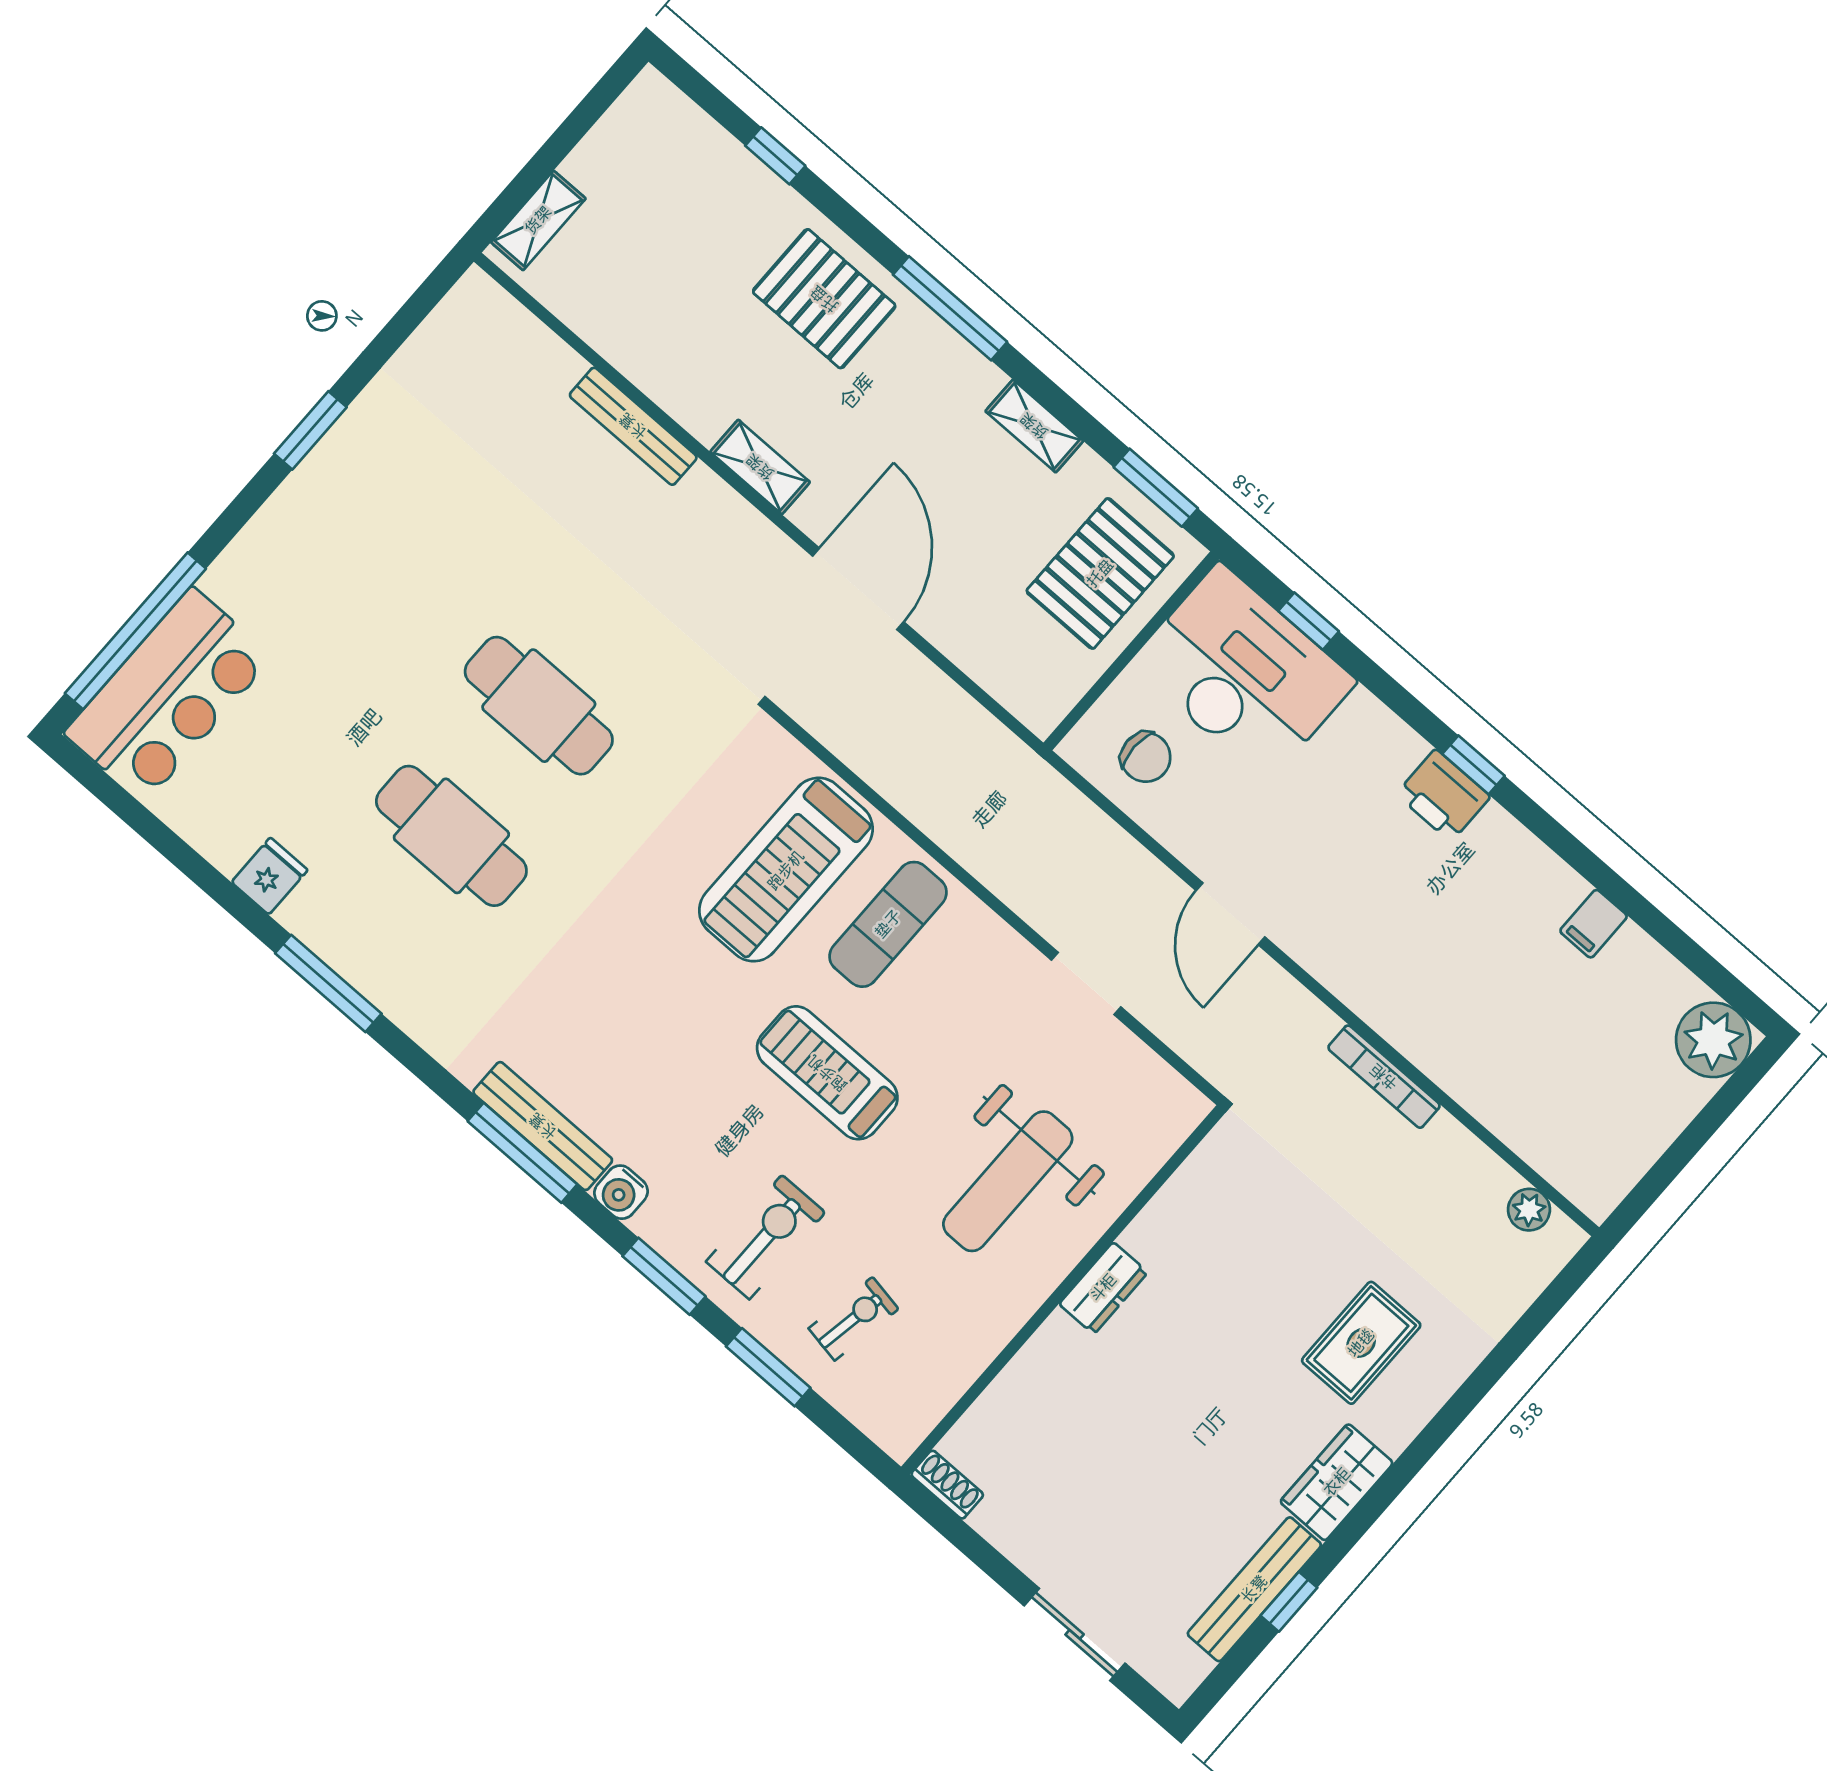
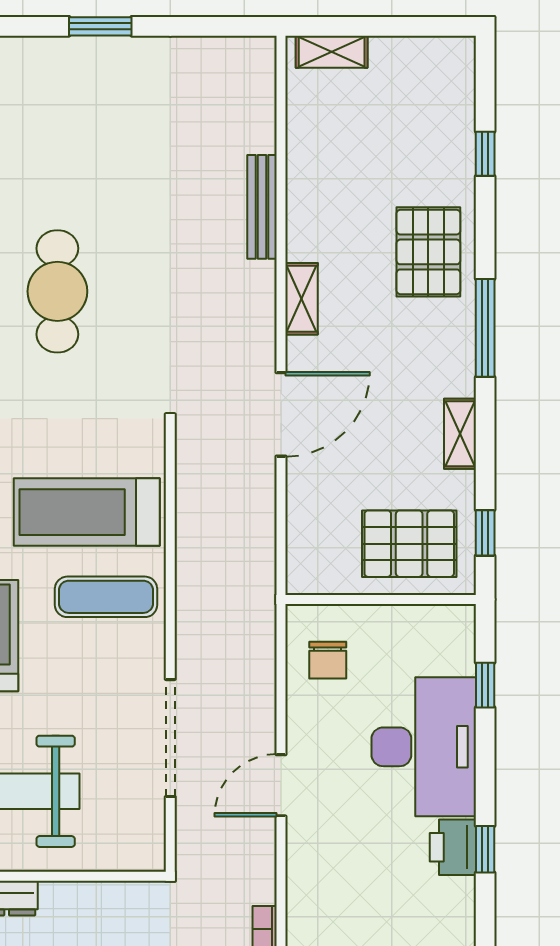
window: (1156, 488) -> (485, 533), width x0.67
desk: (1243, 673) -> (424, 747), moved
doorway: (1086, 984) -> (170, 738), width x1.87

